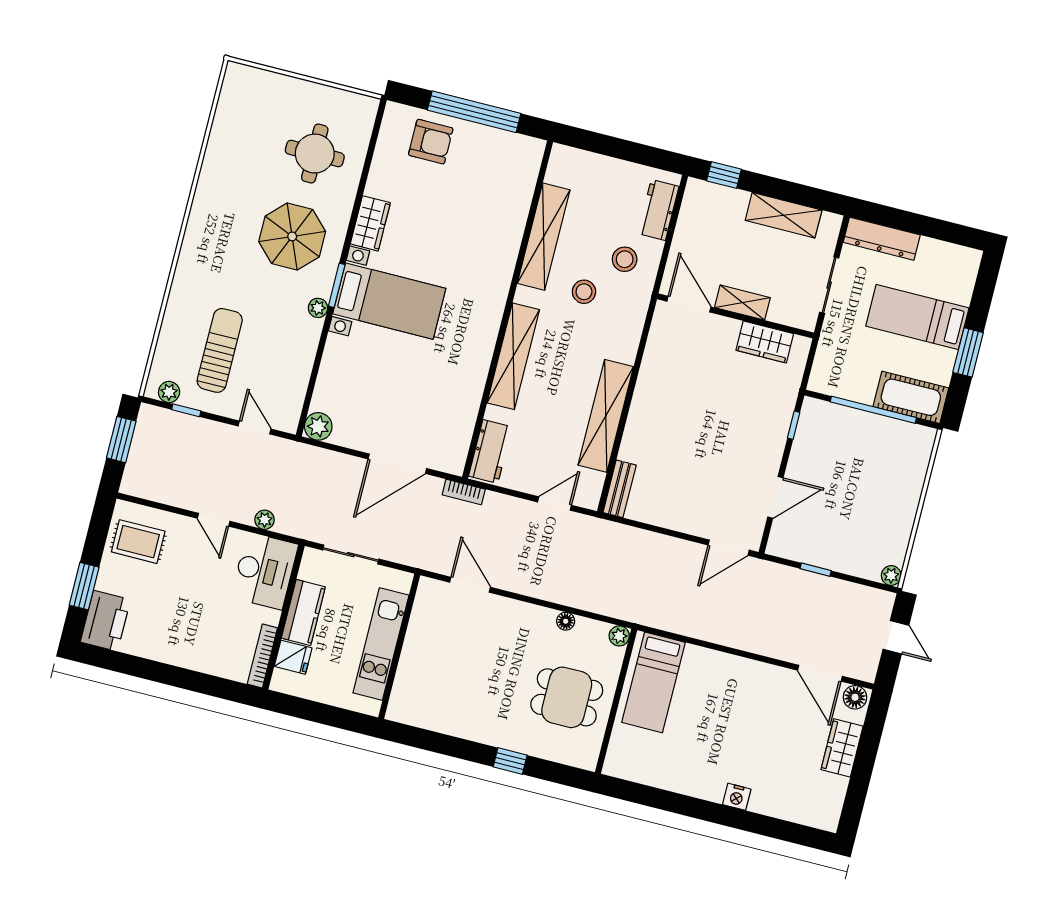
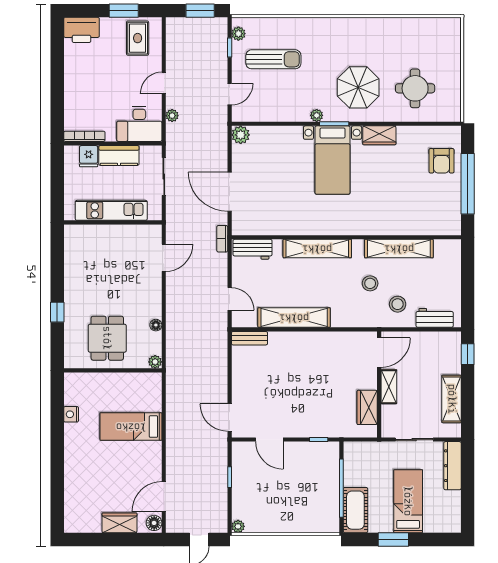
window: (84, 586) -> (124, 11), moved
bed: (653, 682) -> (131, 427), moved
nightstand: (737, 797) -> (71, 414), moved

